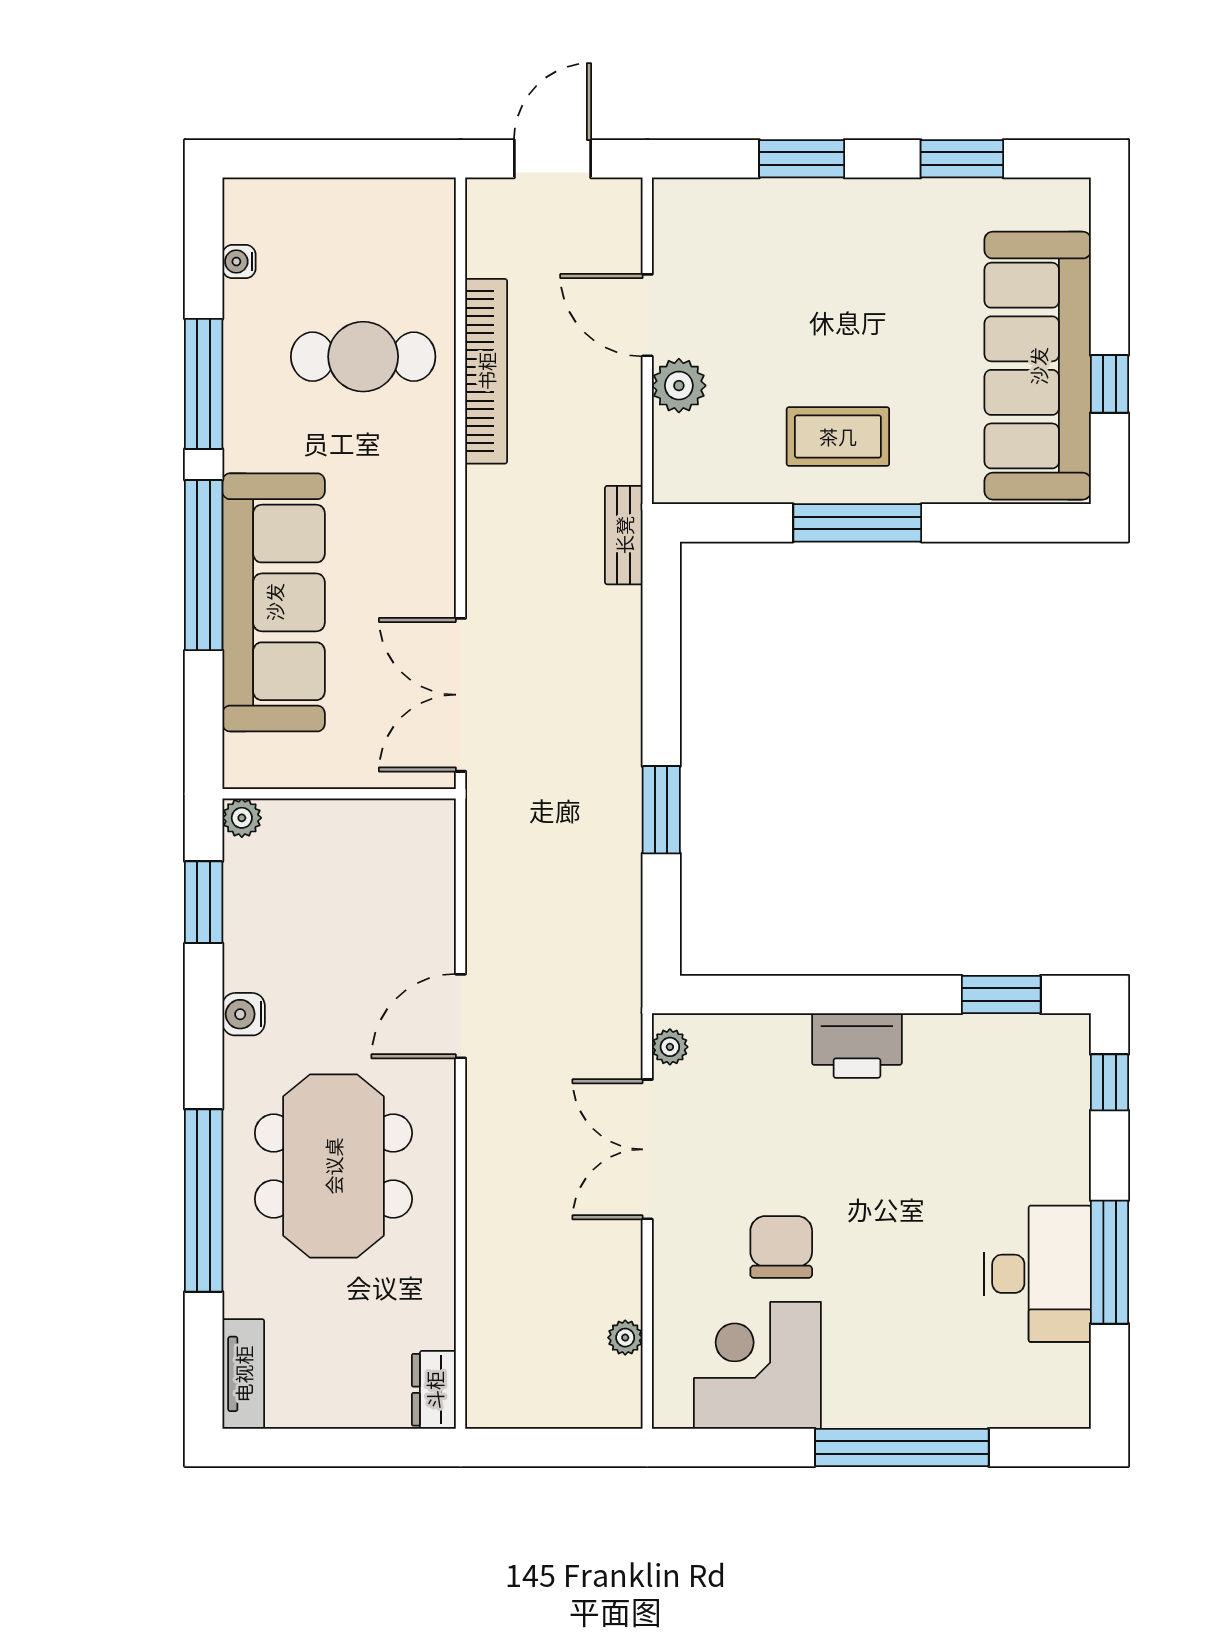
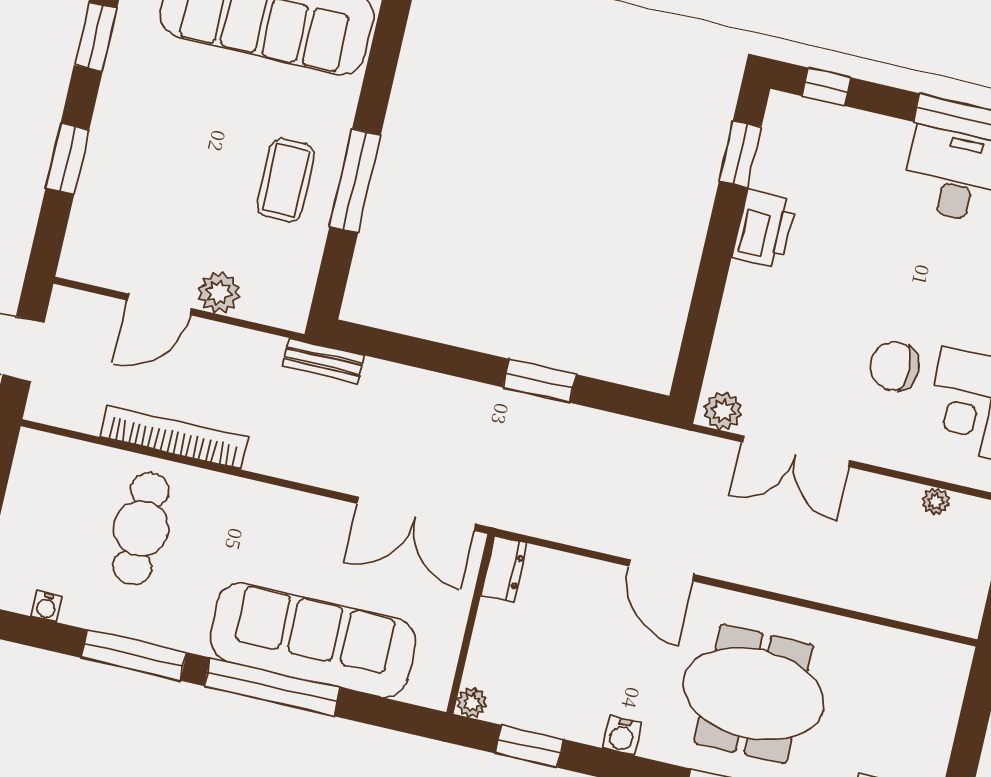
printer: (857, 1045) -> (764, 229), moved
plant: (670, 1047) -> (723, 411), width x1.38, depth x1.38
dresser: (434, 1390) -> (504, 569), moved, turned -90

